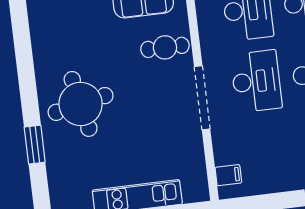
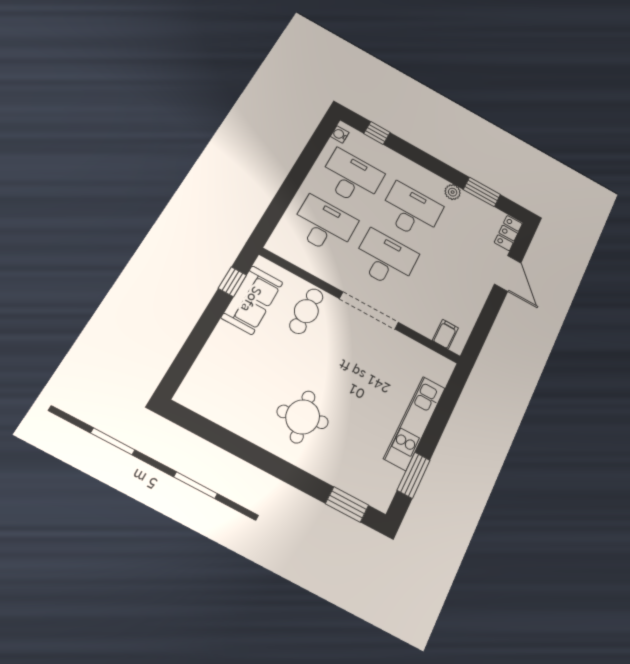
round table: (81, 104) -> (303, 417), width x0.73, depth x0.73
window: (35, 145) -> (347, 504), moved

